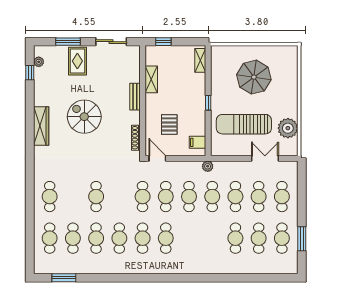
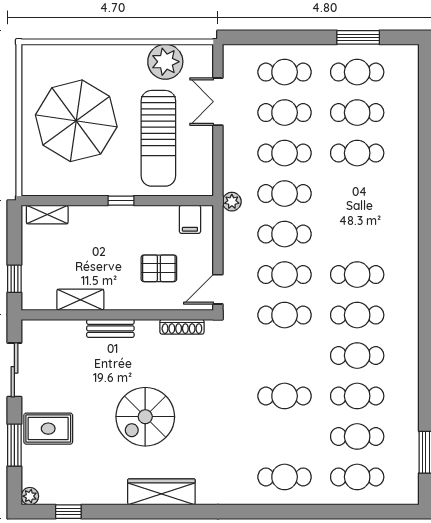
plant: (39, 62) -> (30, 496), moved
parasol: (254, 77) -> (76, 121), width x1.36, depth x1.36

